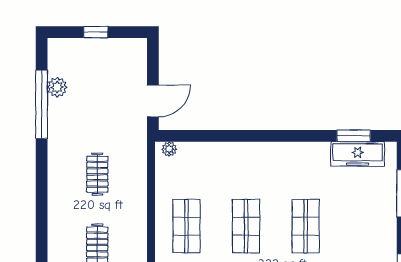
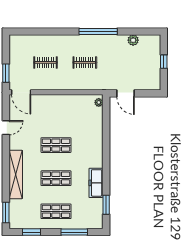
window: (42, 104) -> (98, 32), moved
freezer: (358, 154) -> (96, 183), moved
shop shelf: (186, 226) -> (56, 211), moved

